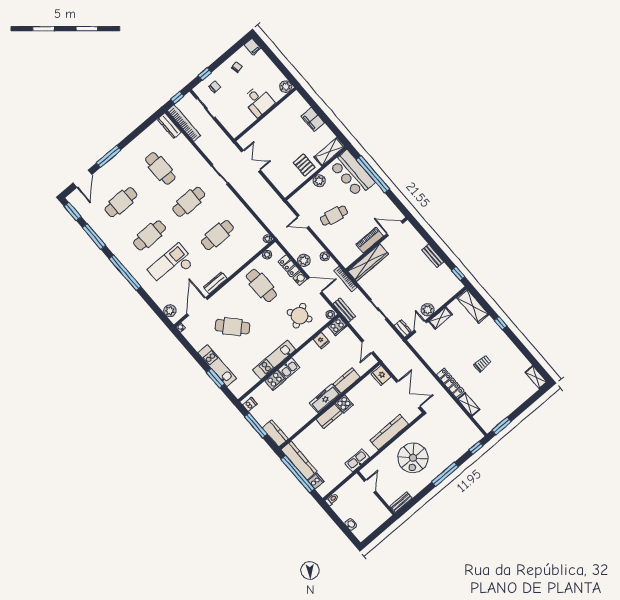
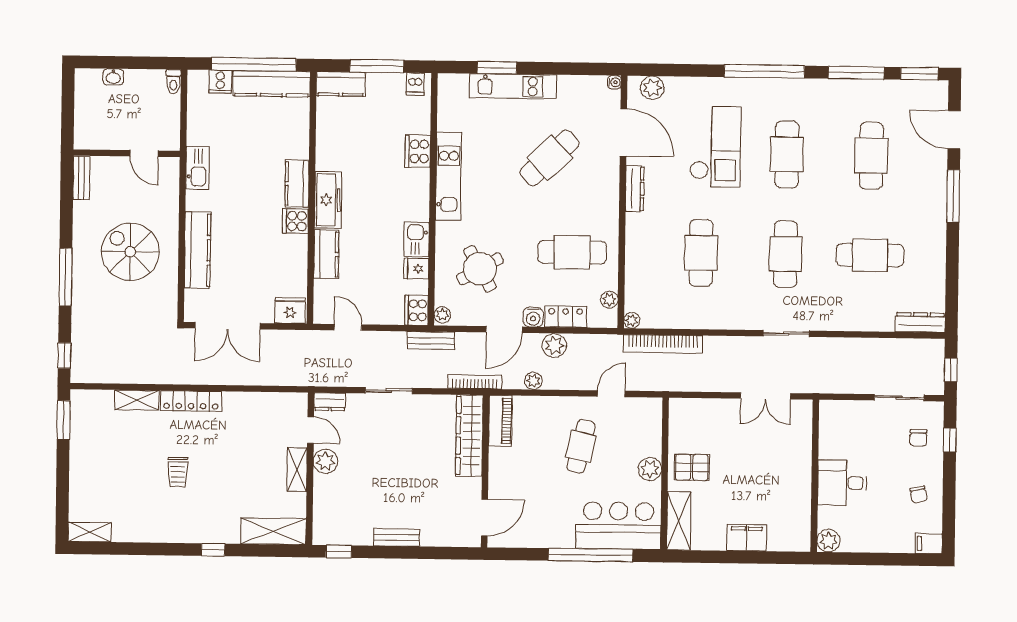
bookcase: (184, 123) -> (663, 344), moved
piano: (370, 240) -> (500, 421), moved
kitchen sink: (289, 368) -> (417, 239), moved

